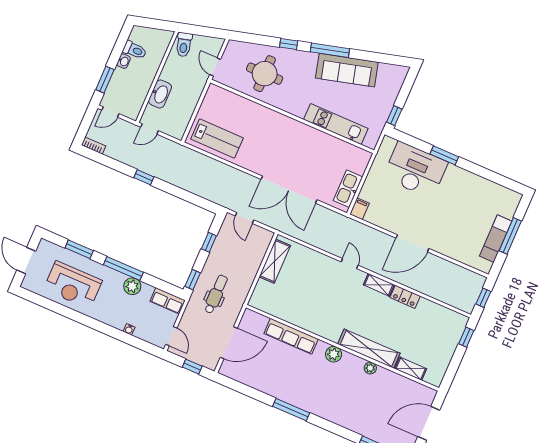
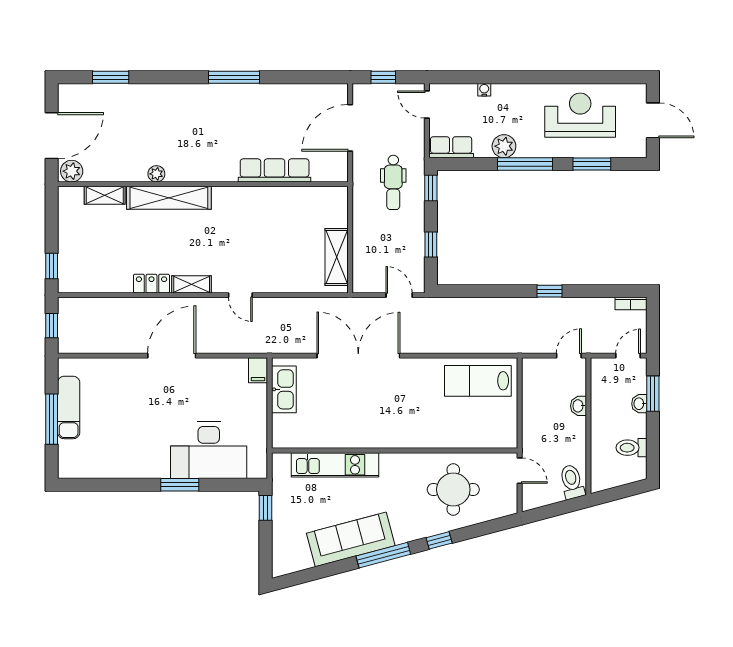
washbasin: (124, 61) -> (639, 404), moved
washbasin: (160, 94) -> (578, 406), width x0.52, depth x0.69
plant: (334, 354) -> (72, 171), moved

